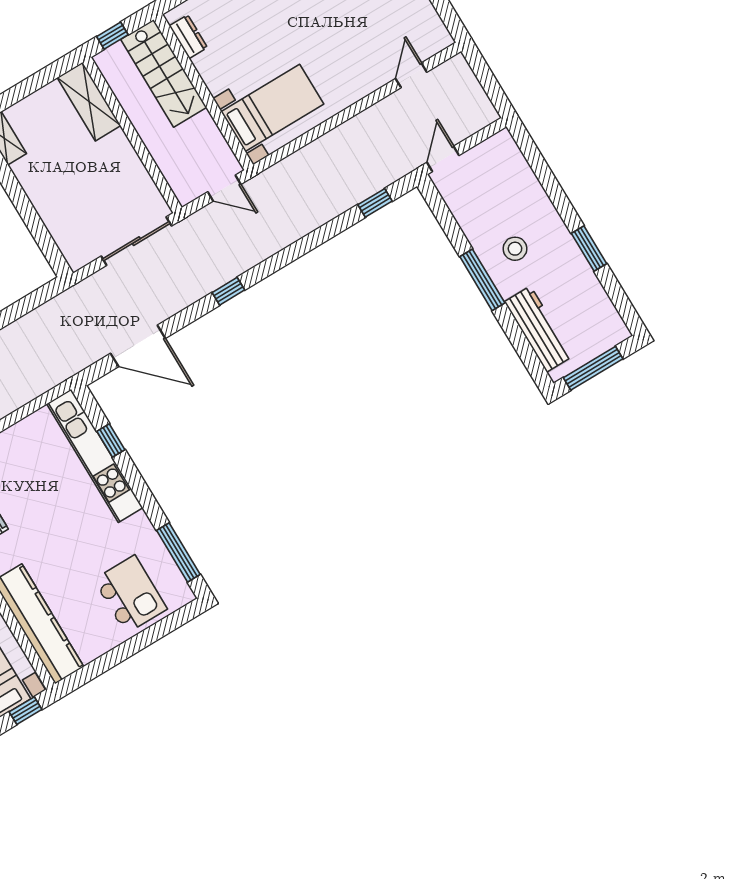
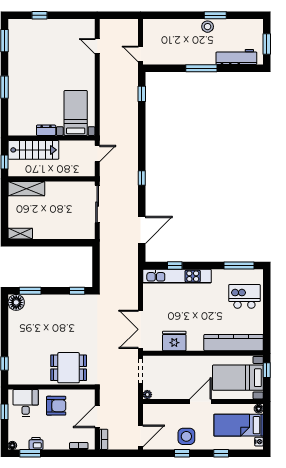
dresser: (188, 37) -> (46, 130), moved
stool: (515, 249) -> (208, 27), moved
window: (593, 368) -> (267, 44), width x0.69

